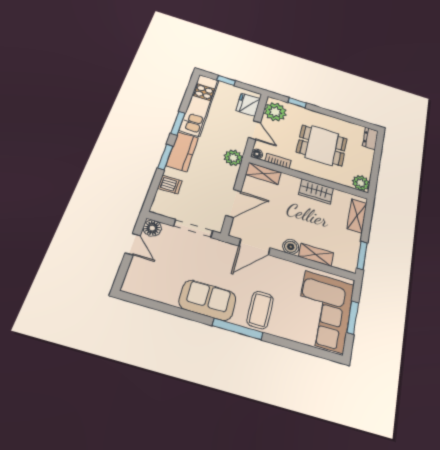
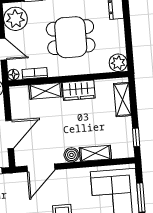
shelving: (263, 173) -> (46, 91), moved
window: (362, 255) -> (136, 137), width x0.67

